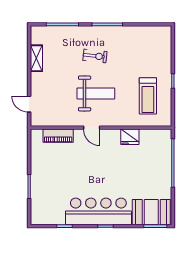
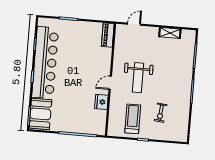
exercise bike: (95, 56) -> (161, 113), moved
treadmill: (148, 96) -> (133, 119), turned 90
door: (92, 128) -> (110, 83), moved
piano: (58, 136) -> (108, 35), moved
bar counter: (98, 211) -> (45, 63), width x1.36

